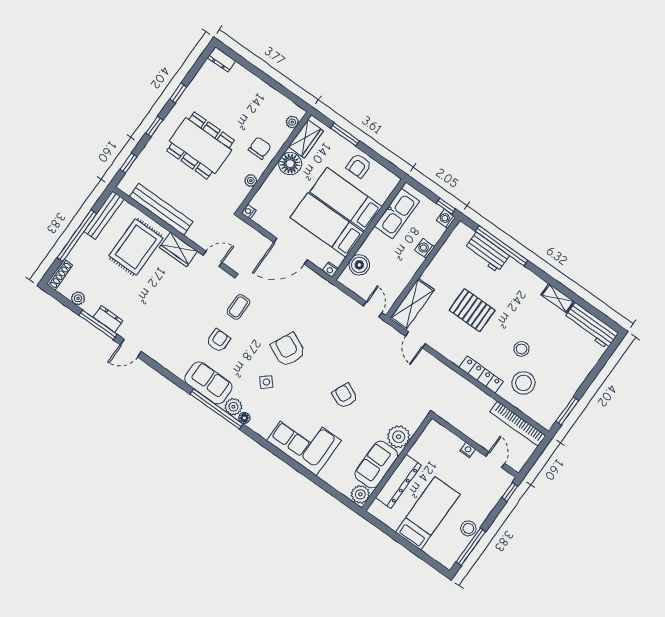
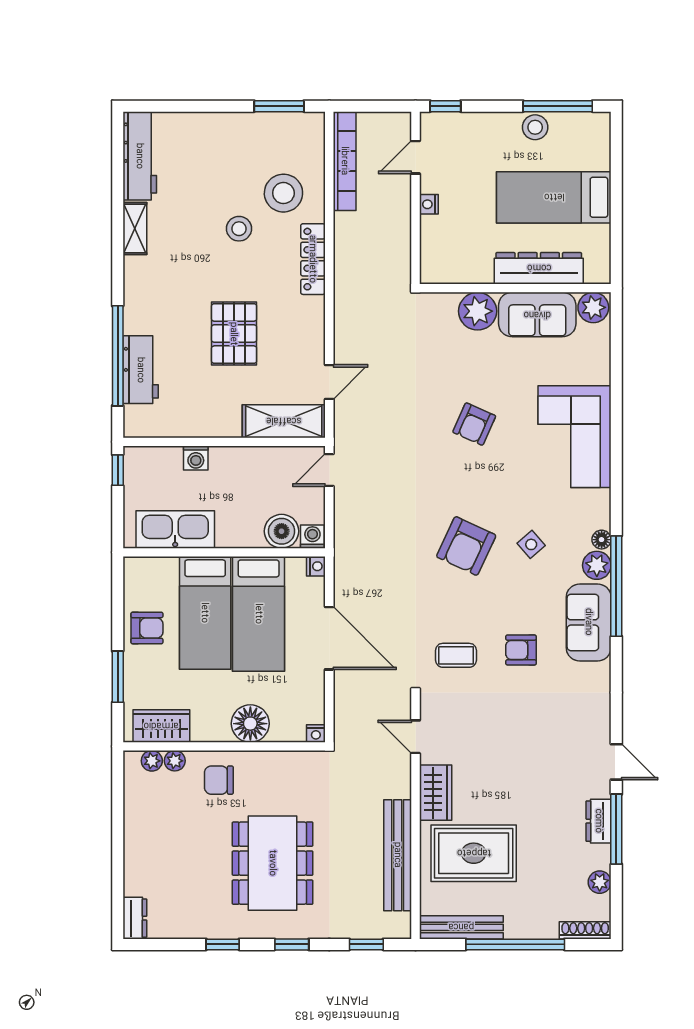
floor lamp: (290, 164) -> (250, 724), moved
plant: (251, 181) -> (175, 761), moved
washing machine: (446, 219) -> (312, 537), moved, turned 180

